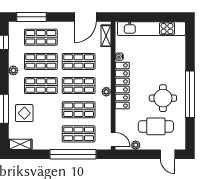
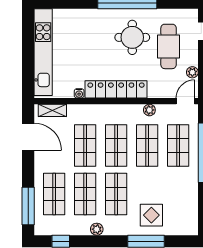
plant: (106, 92) -> (149, 110), moved
shelving: (20, 144) -> (191, 220), removed

